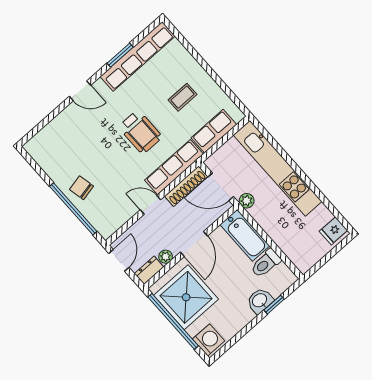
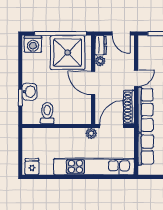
bathtub: (245, 235) -> (73, 115), removed

